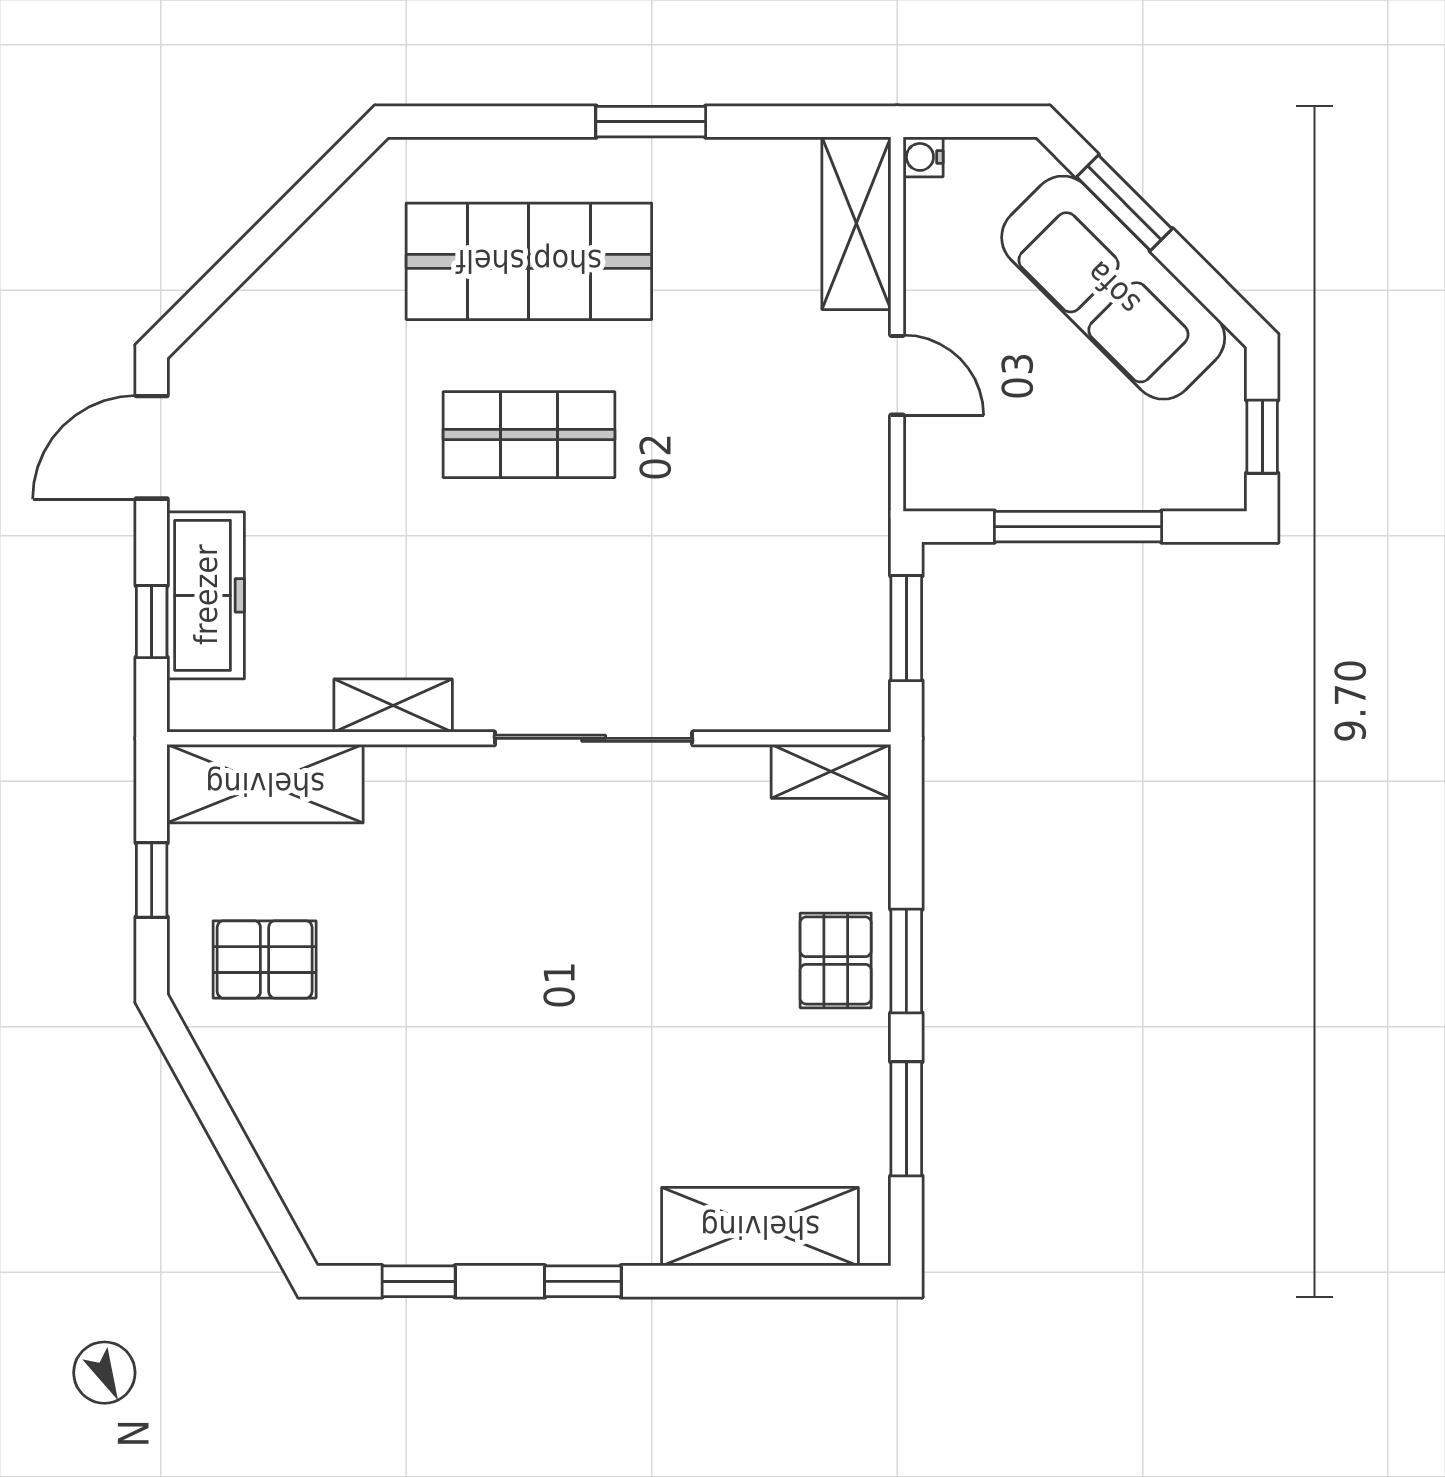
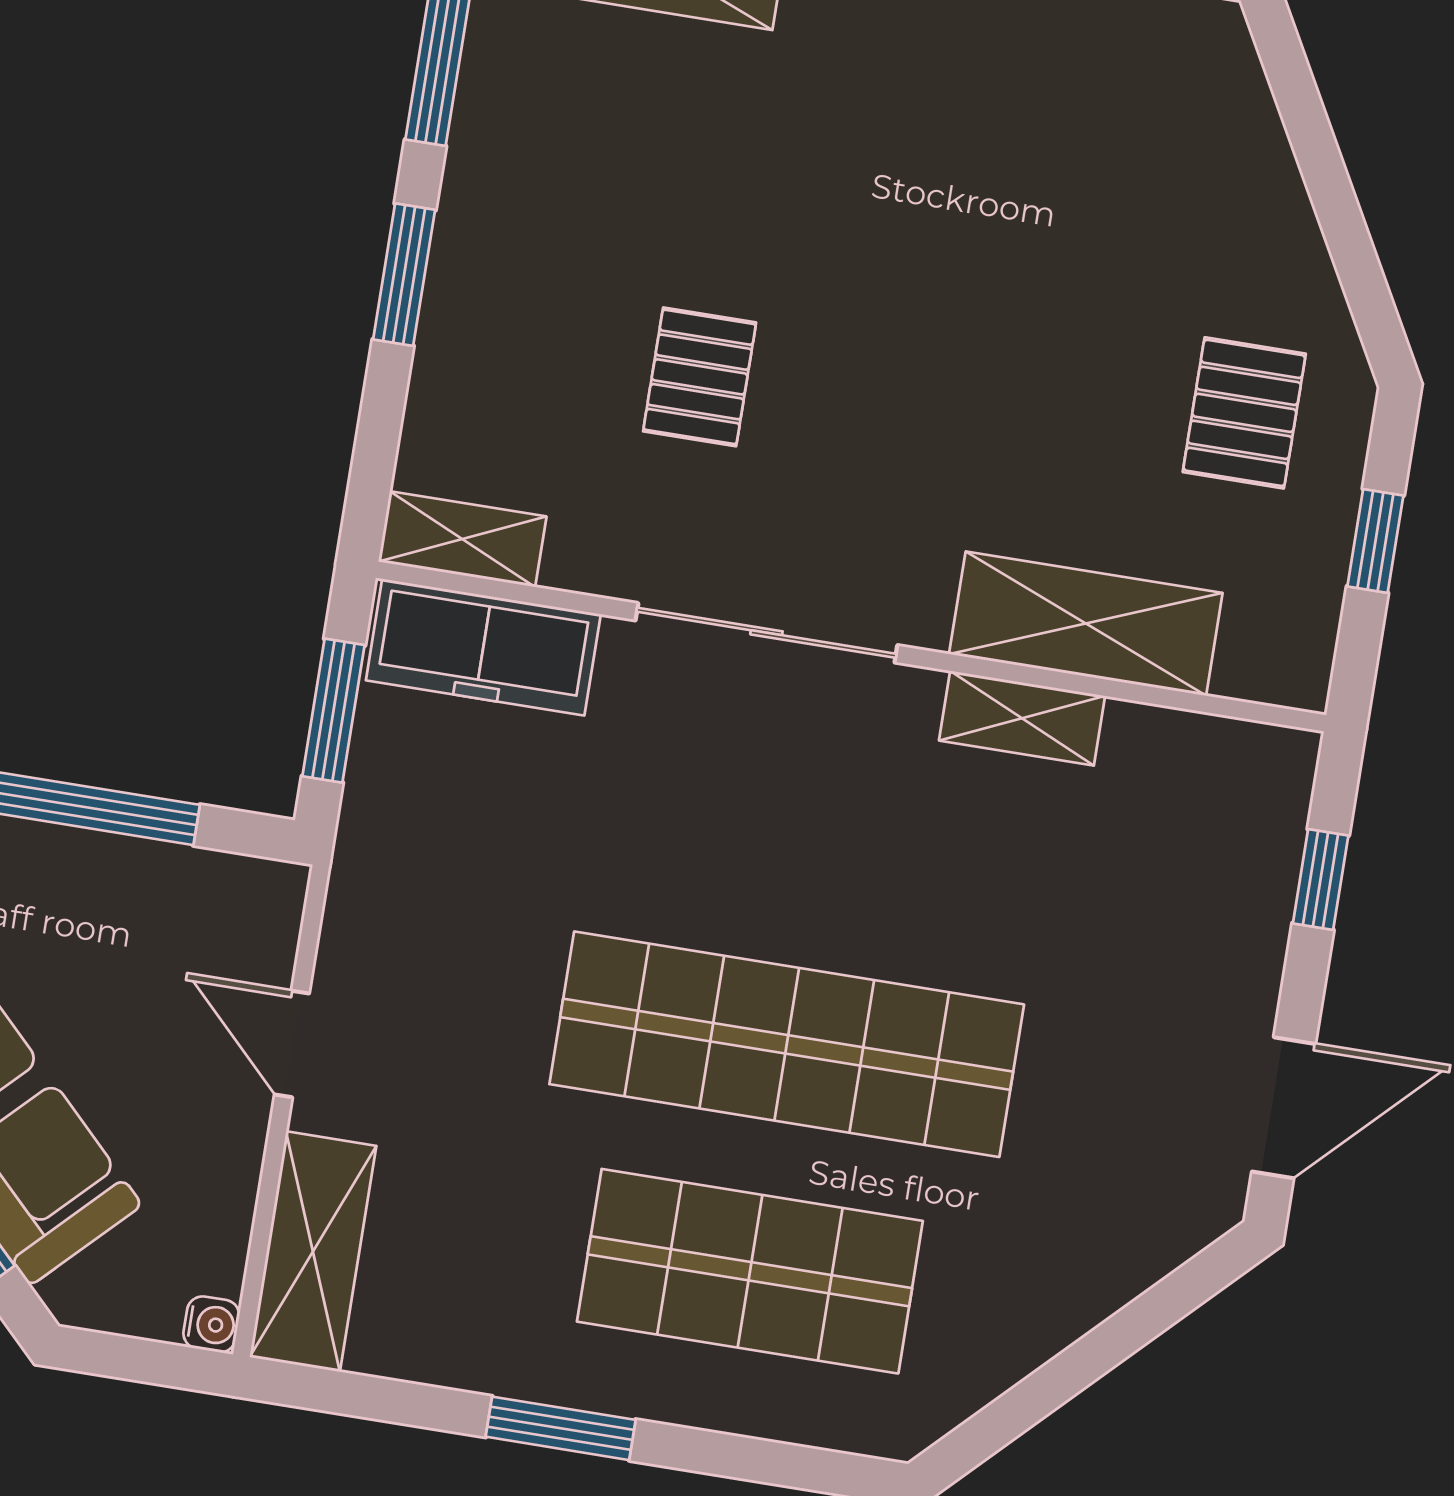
shop shelf: (529, 435) -> (787, 1044), width x2.00, depth x1.36
freezer: (206, 595) -> (483, 647), moved, turned -90
shelving: (265, 784) -> (1086, 623), moved
pallet: (265, 959) -> (1244, 413), turned 90
pallet: (836, 960) -> (700, 377), moved

